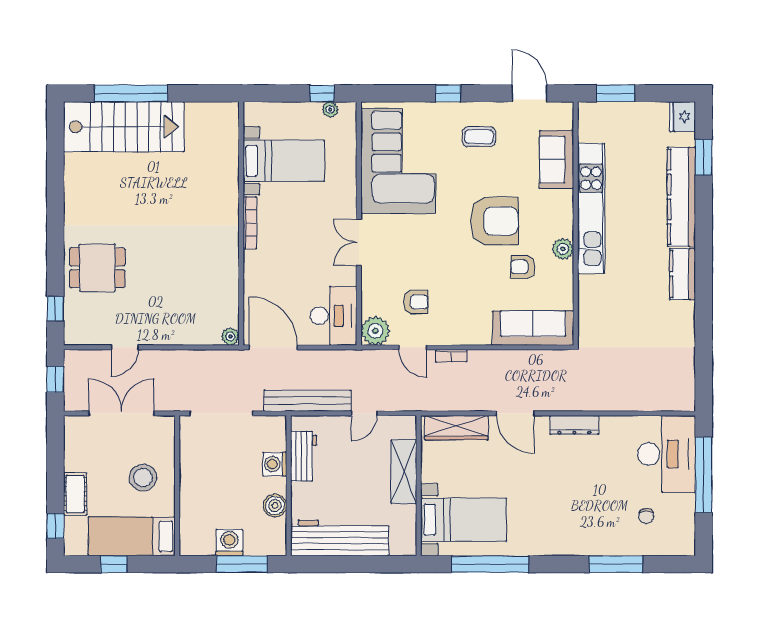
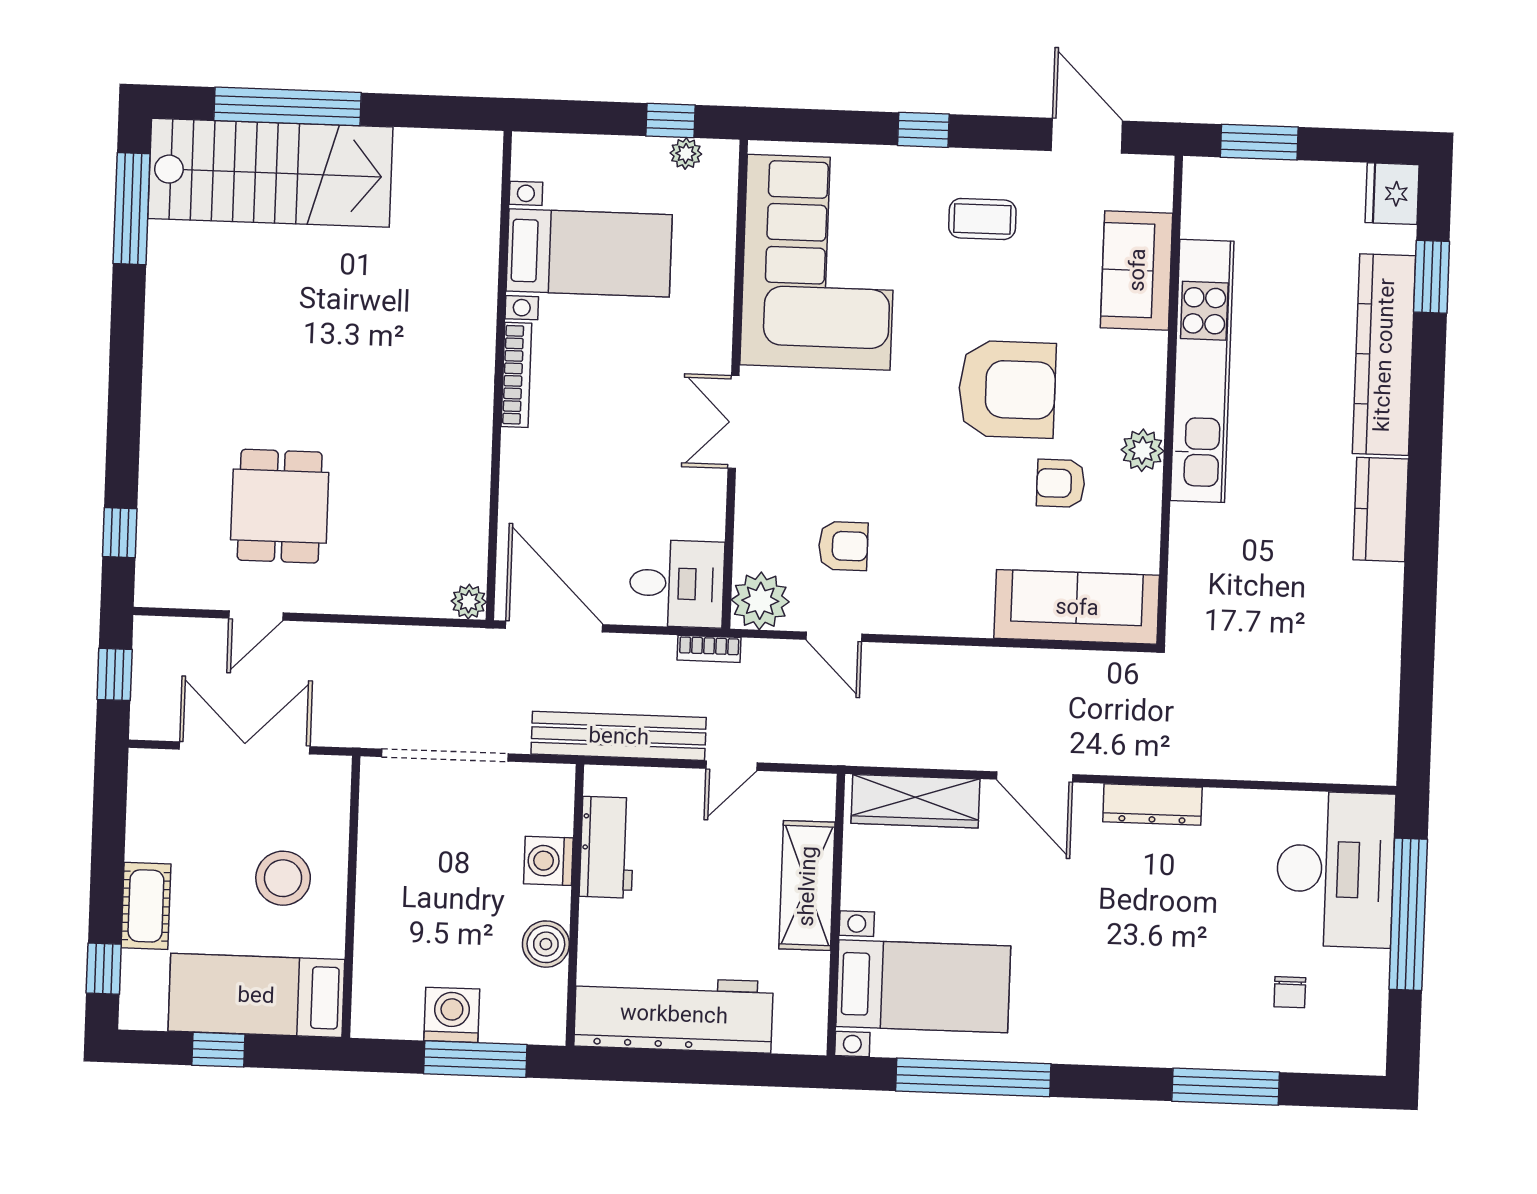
window: (55, 147) -> (132, 209), added
dining table: (97, 268) -> (280, 506), moved, turned 90
desk: (334, 316) -> (677, 584), width x0.73
bookcase: (451, 356) -> (709, 649), moved

